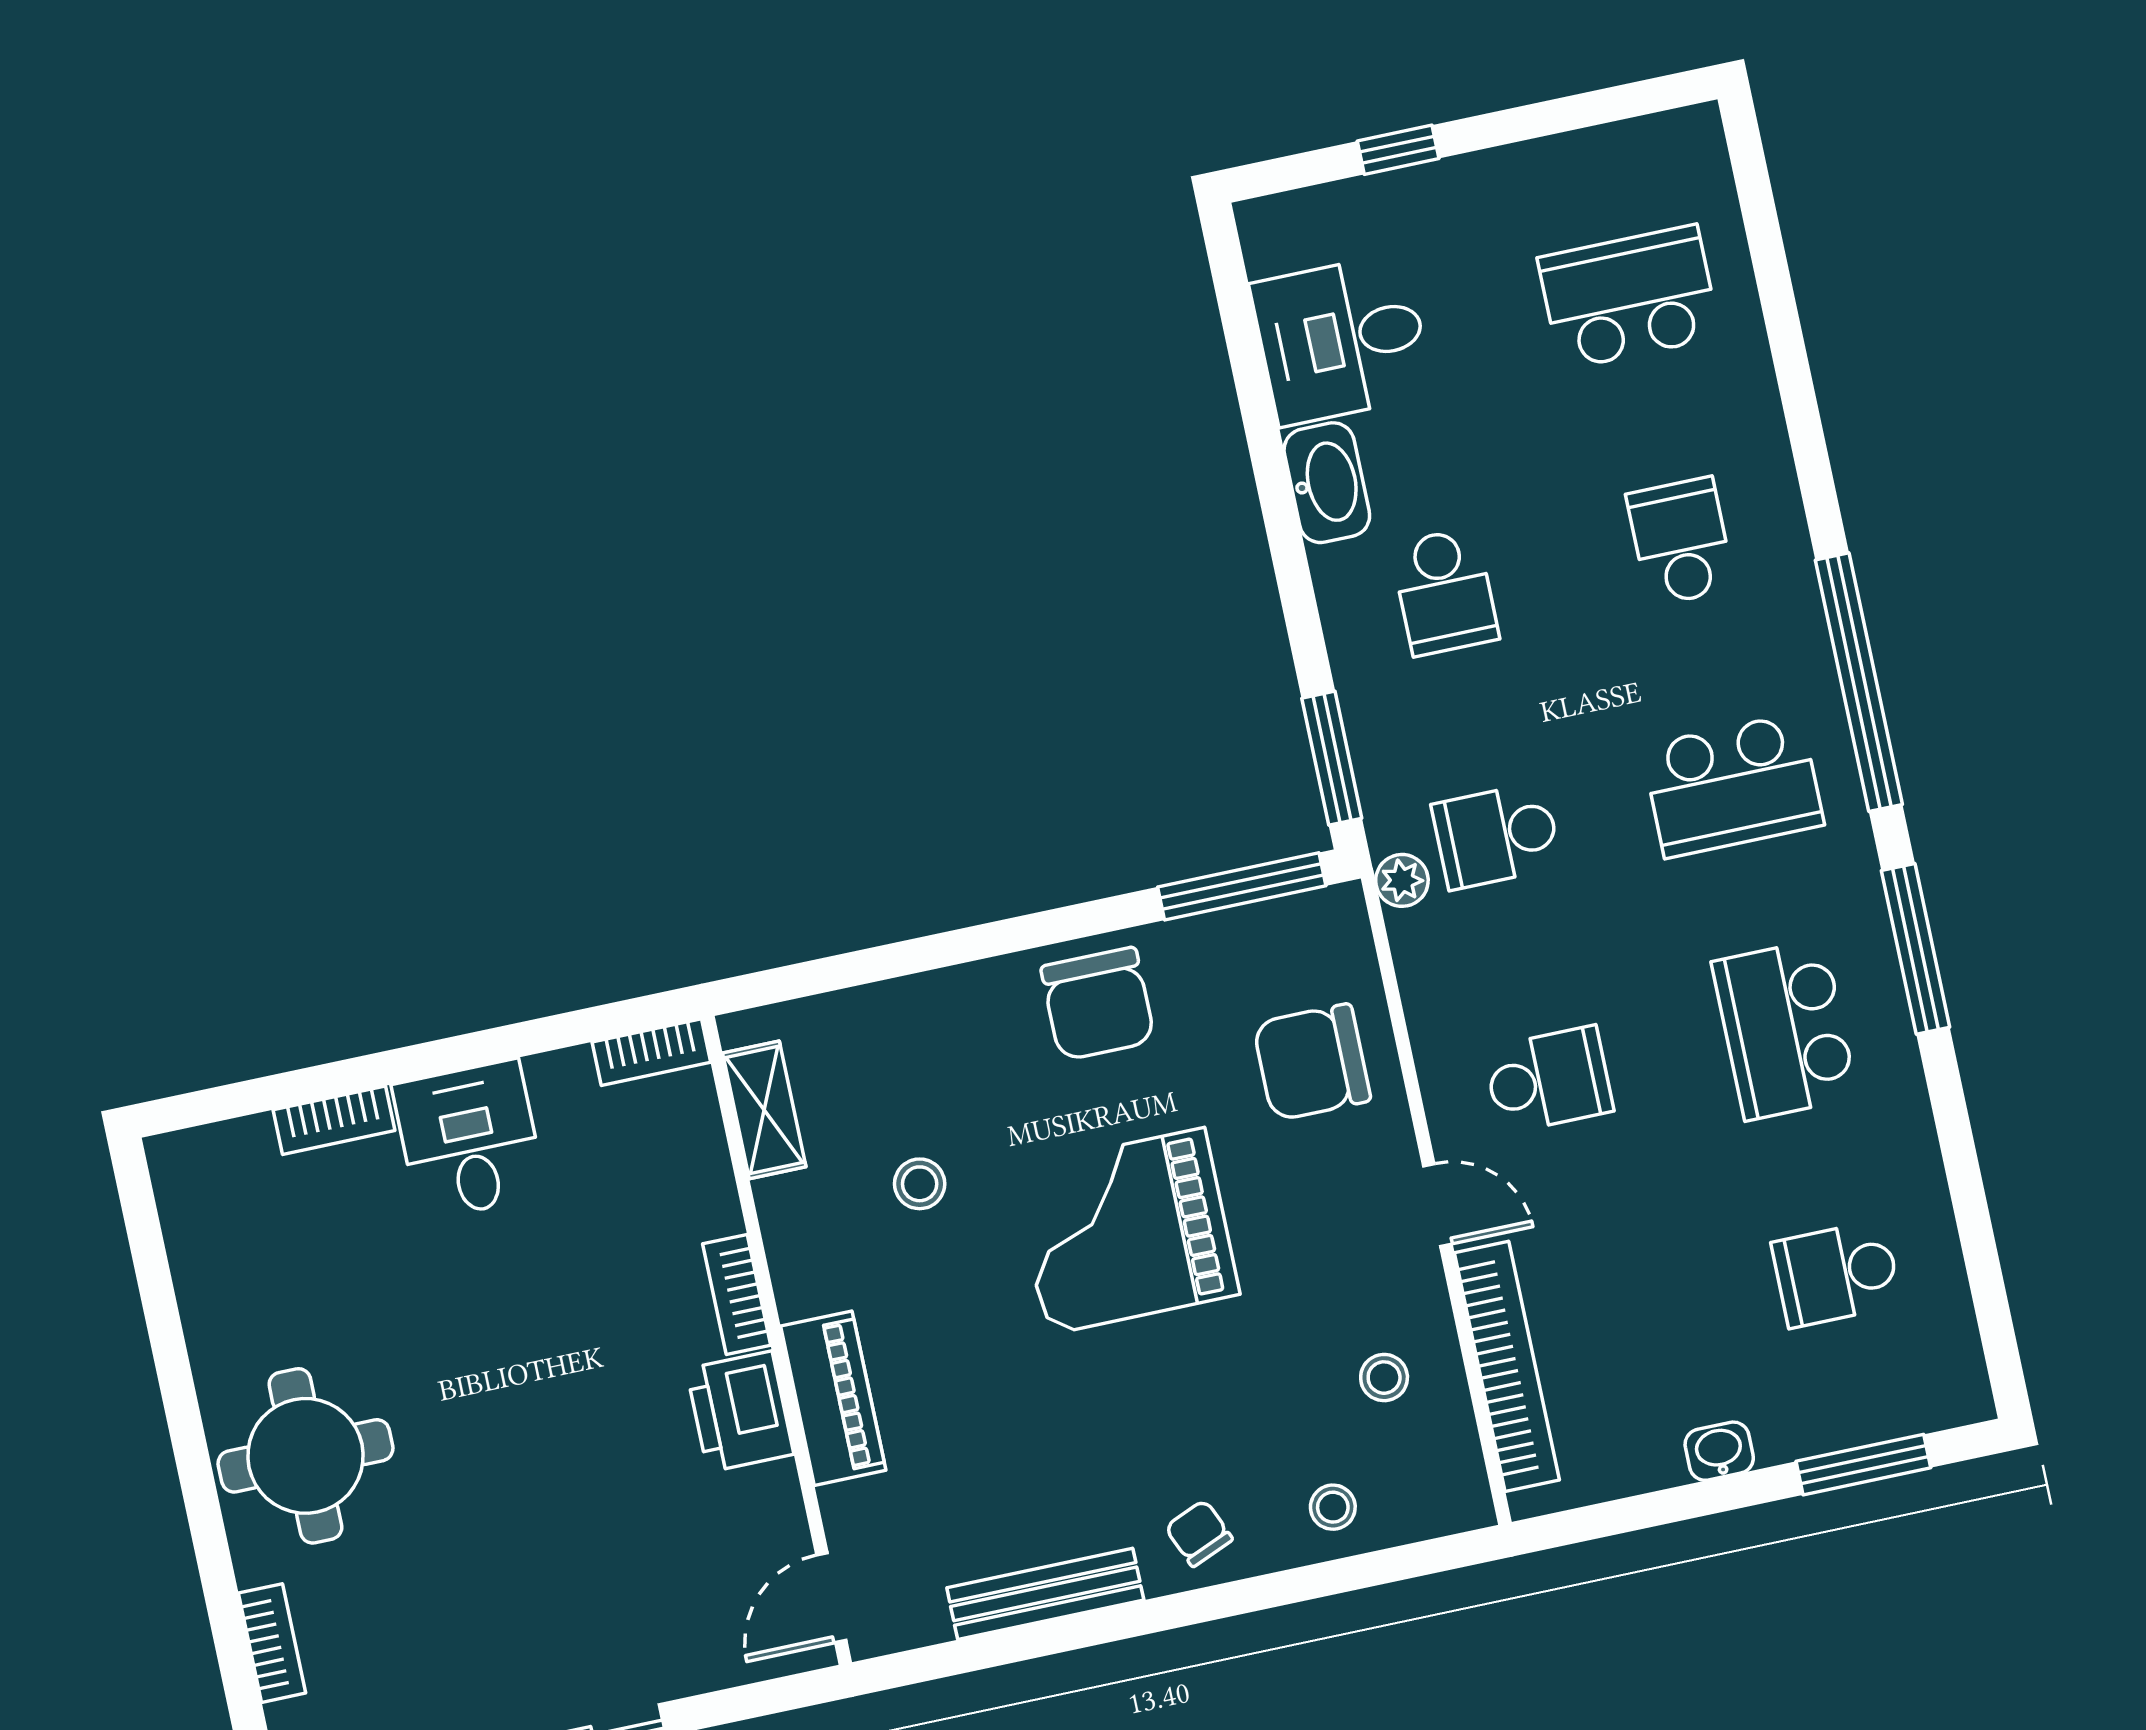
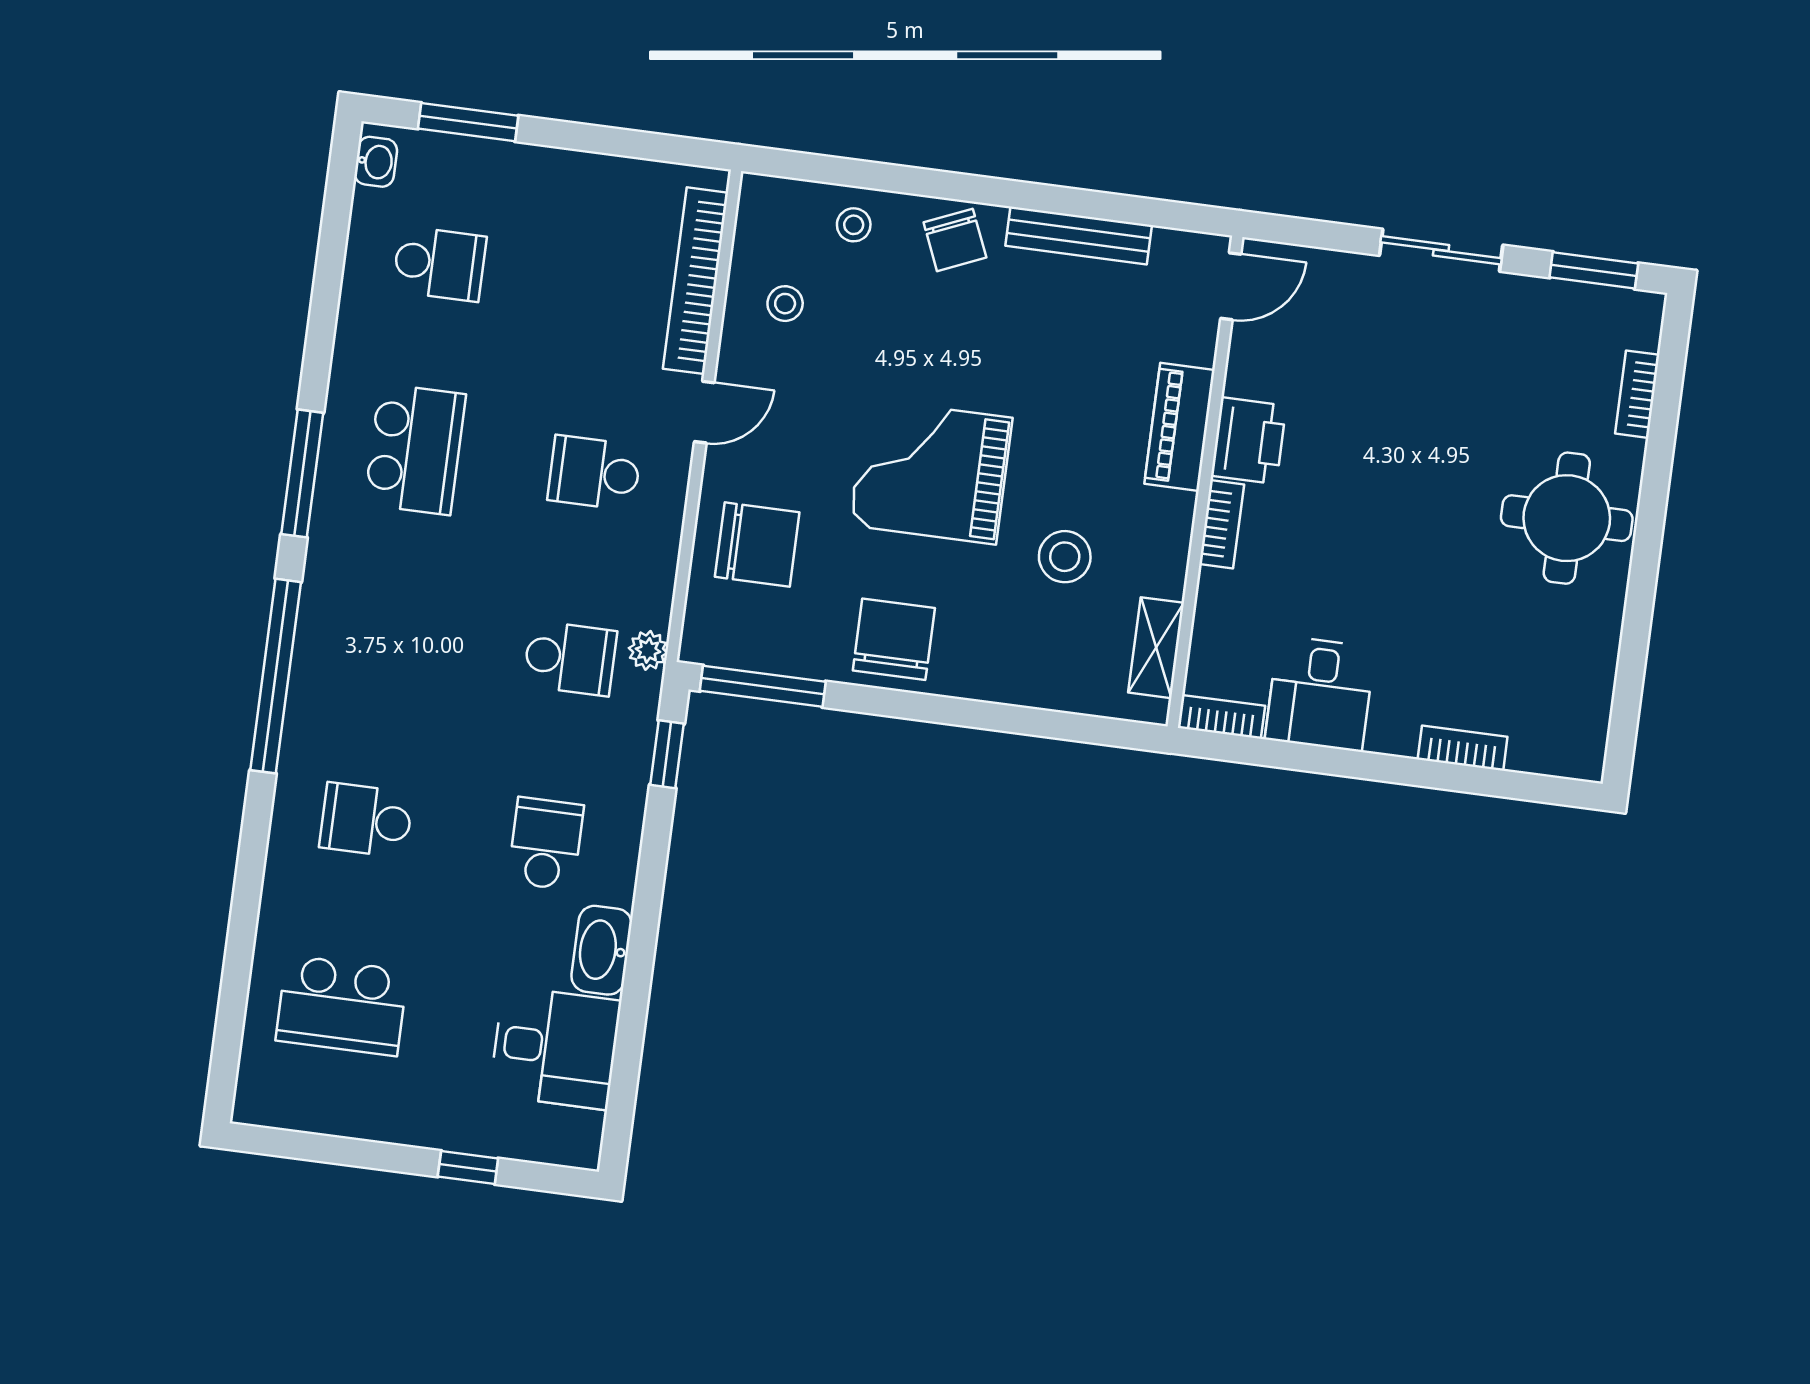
school desk: (1681, 541) -> (366, 820), turned 90
window: (1332, 758) -> (667, 754), width x0.67
school desk: (1733, 786) -> (391, 635), removed
desk: (469, 1140) -> (1320, 694), moved
stool: (920, 1184) -> (1065, 557), width x1.37, depth x1.37
door: (1437, 1205) -> (704, 412), swing flipped
grand piano: (1126, 1231) -> (931, 472), turned 180
washbasin: (1719, 1451) -> (376, 162), moved, turned -90
chair: (1199, 1533) -> (955, 240), width x1.37, depth x1.37

